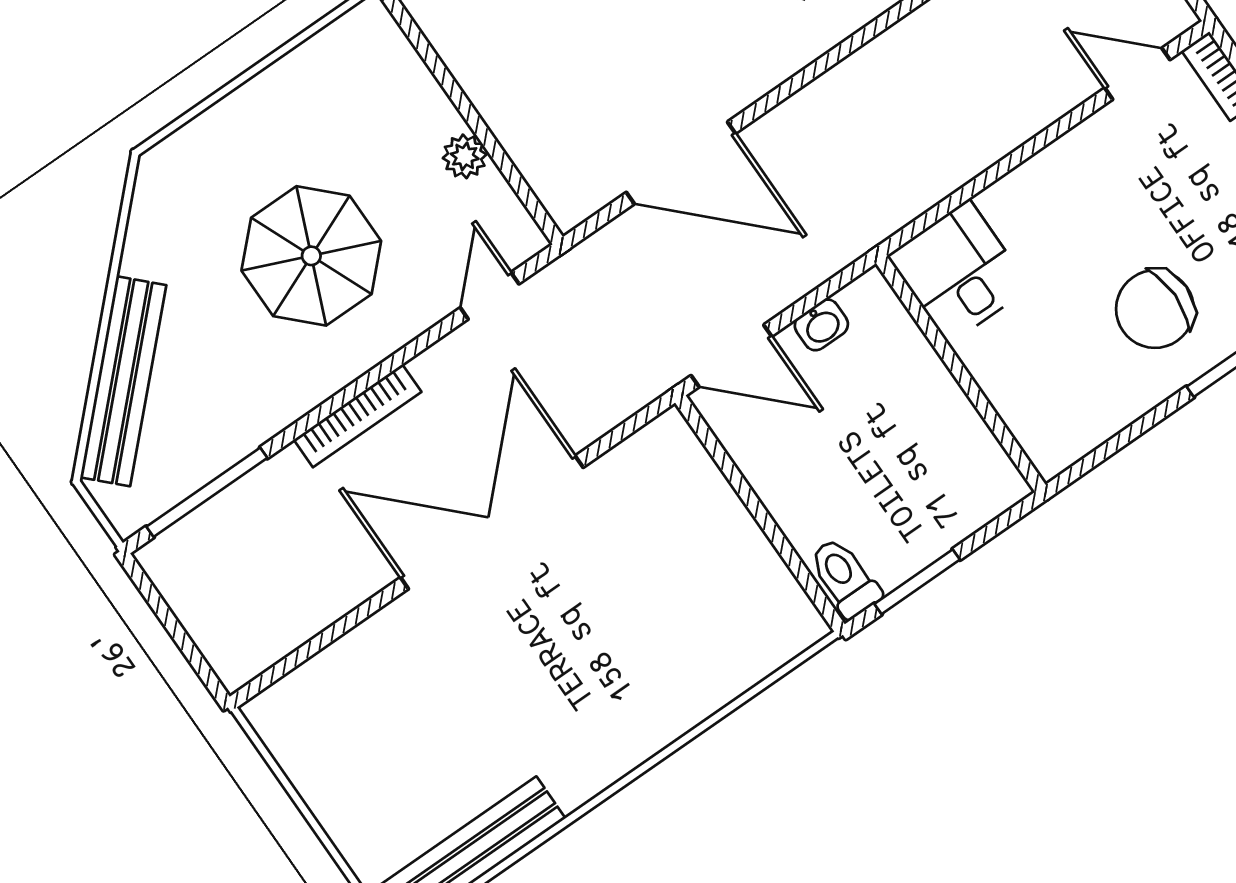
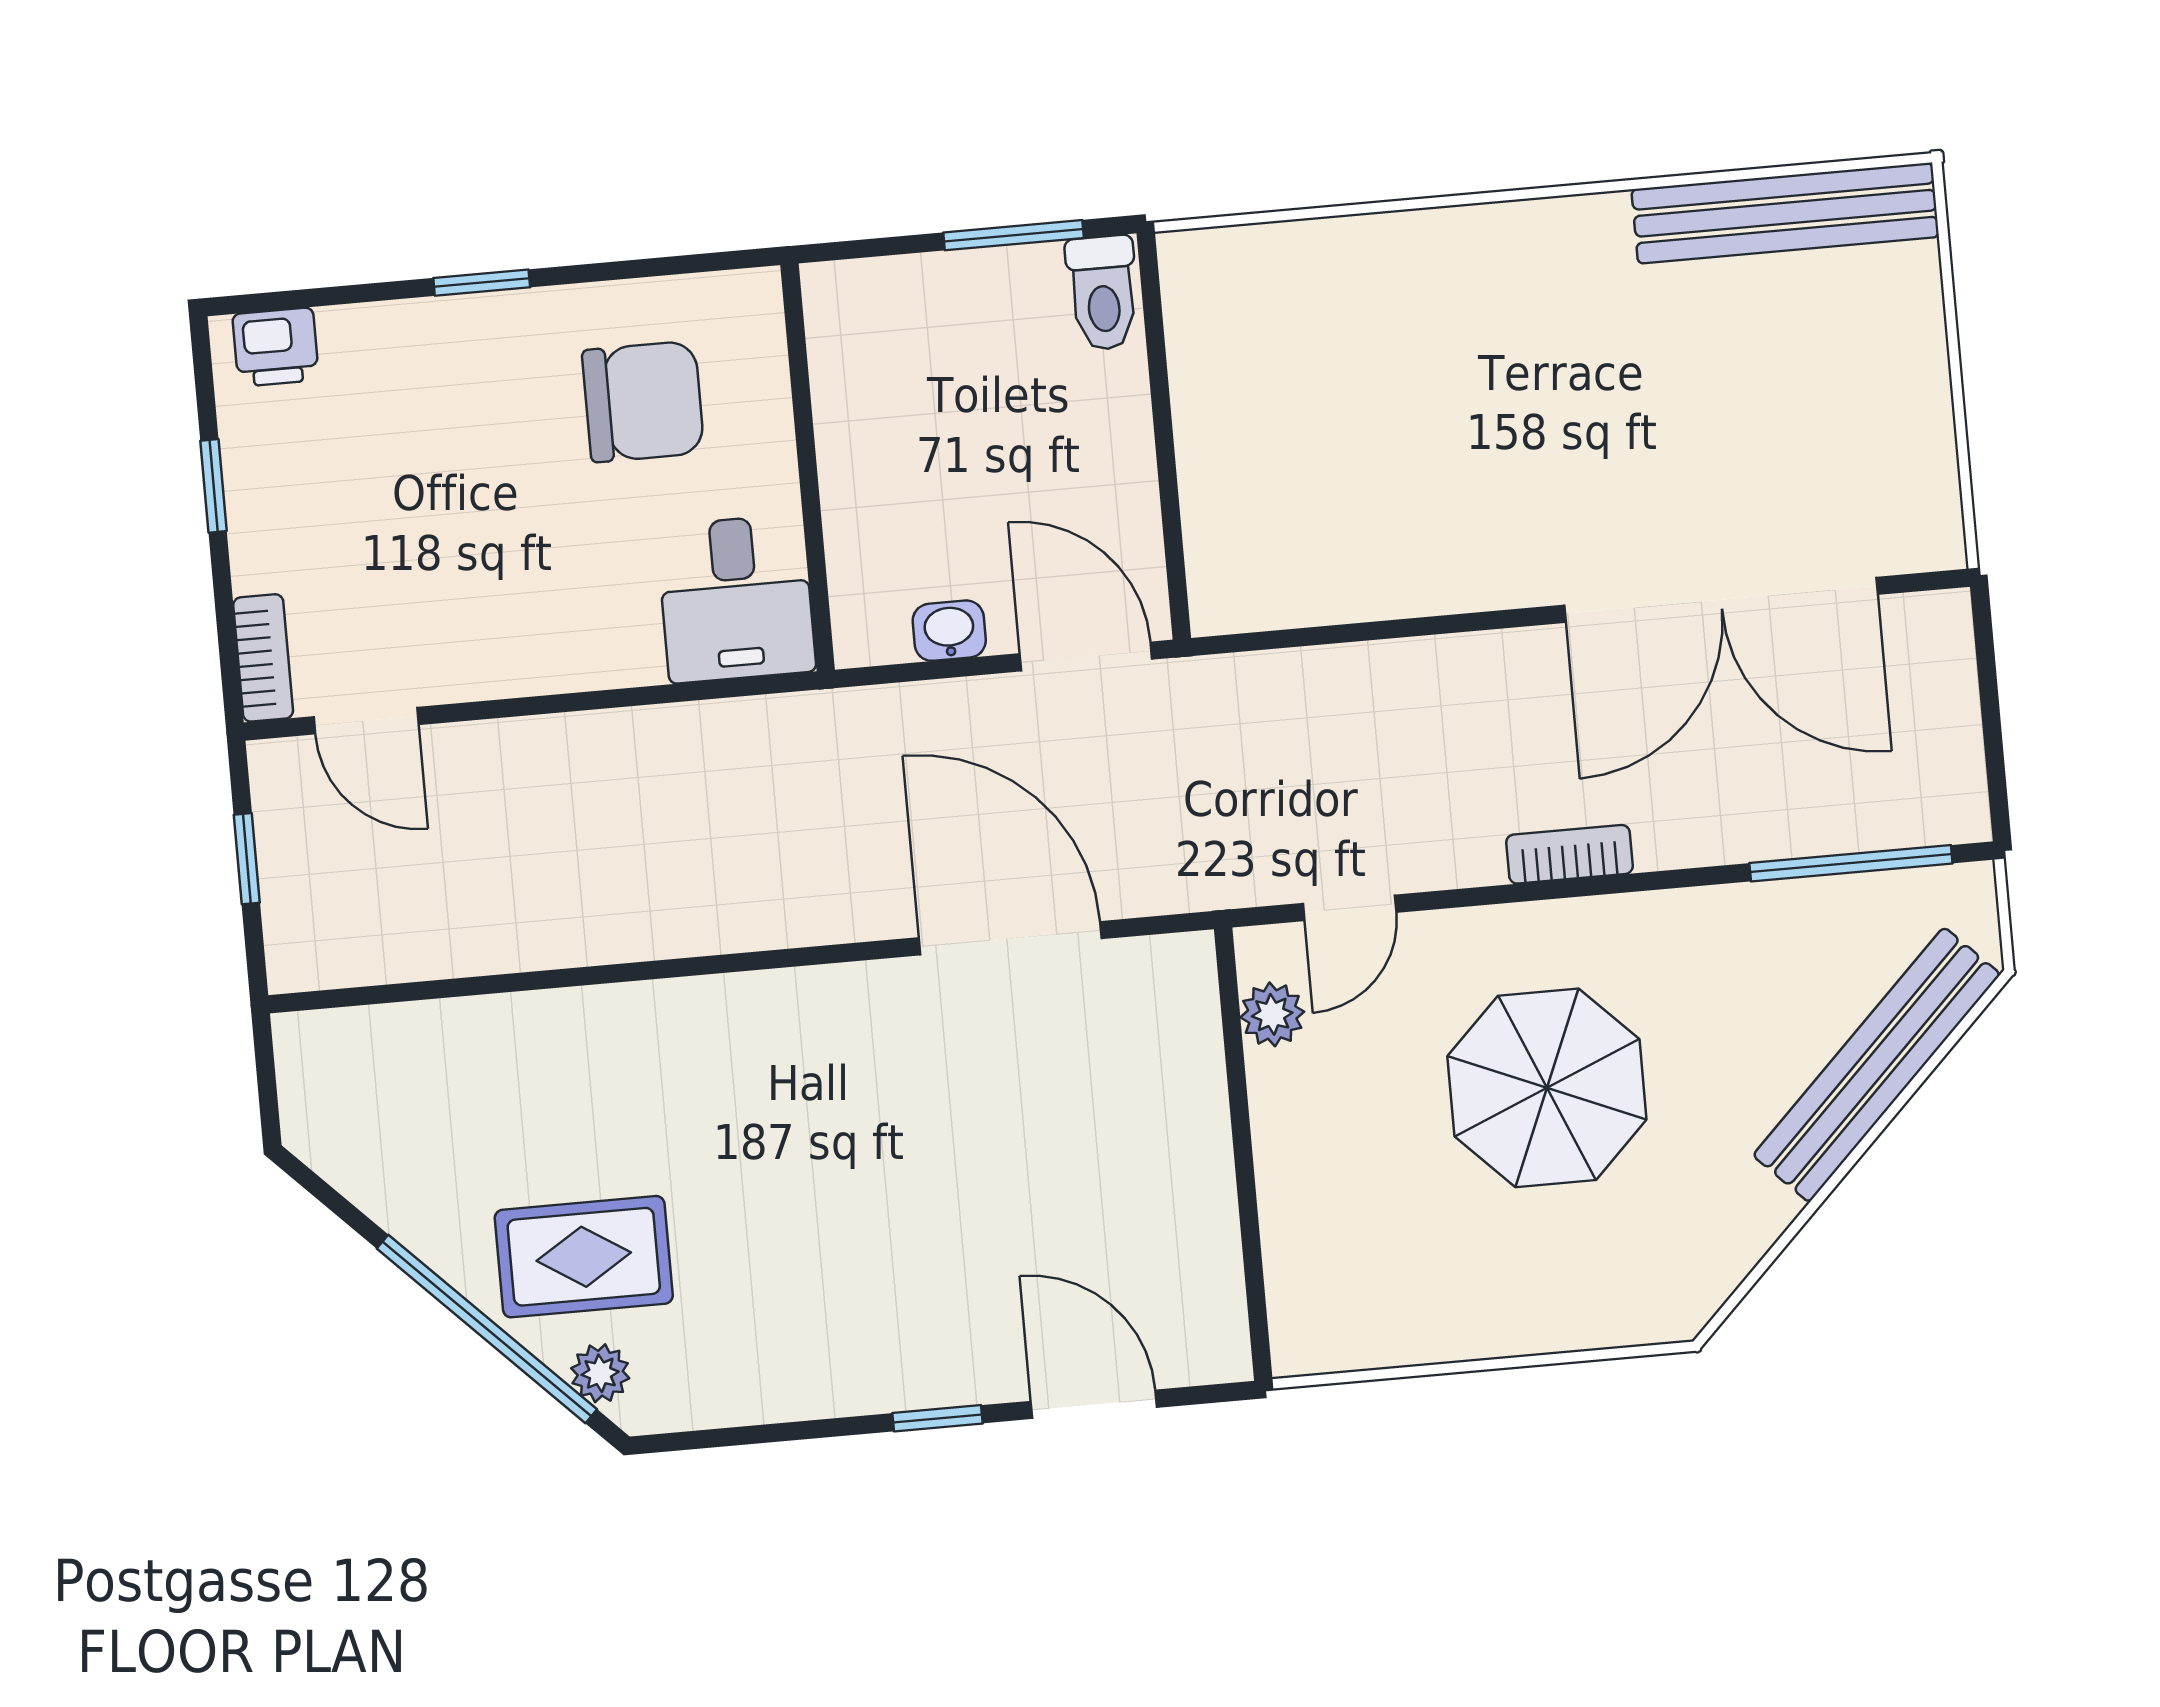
plant: (465, 156) -> (1272, 1014), moved
chair: (1155, 309) -> (643, 402), moved
bookcase: (358, 416) -> (1569, 854), width x0.64
double door: (492, 522) -> (1721, 600), moved

